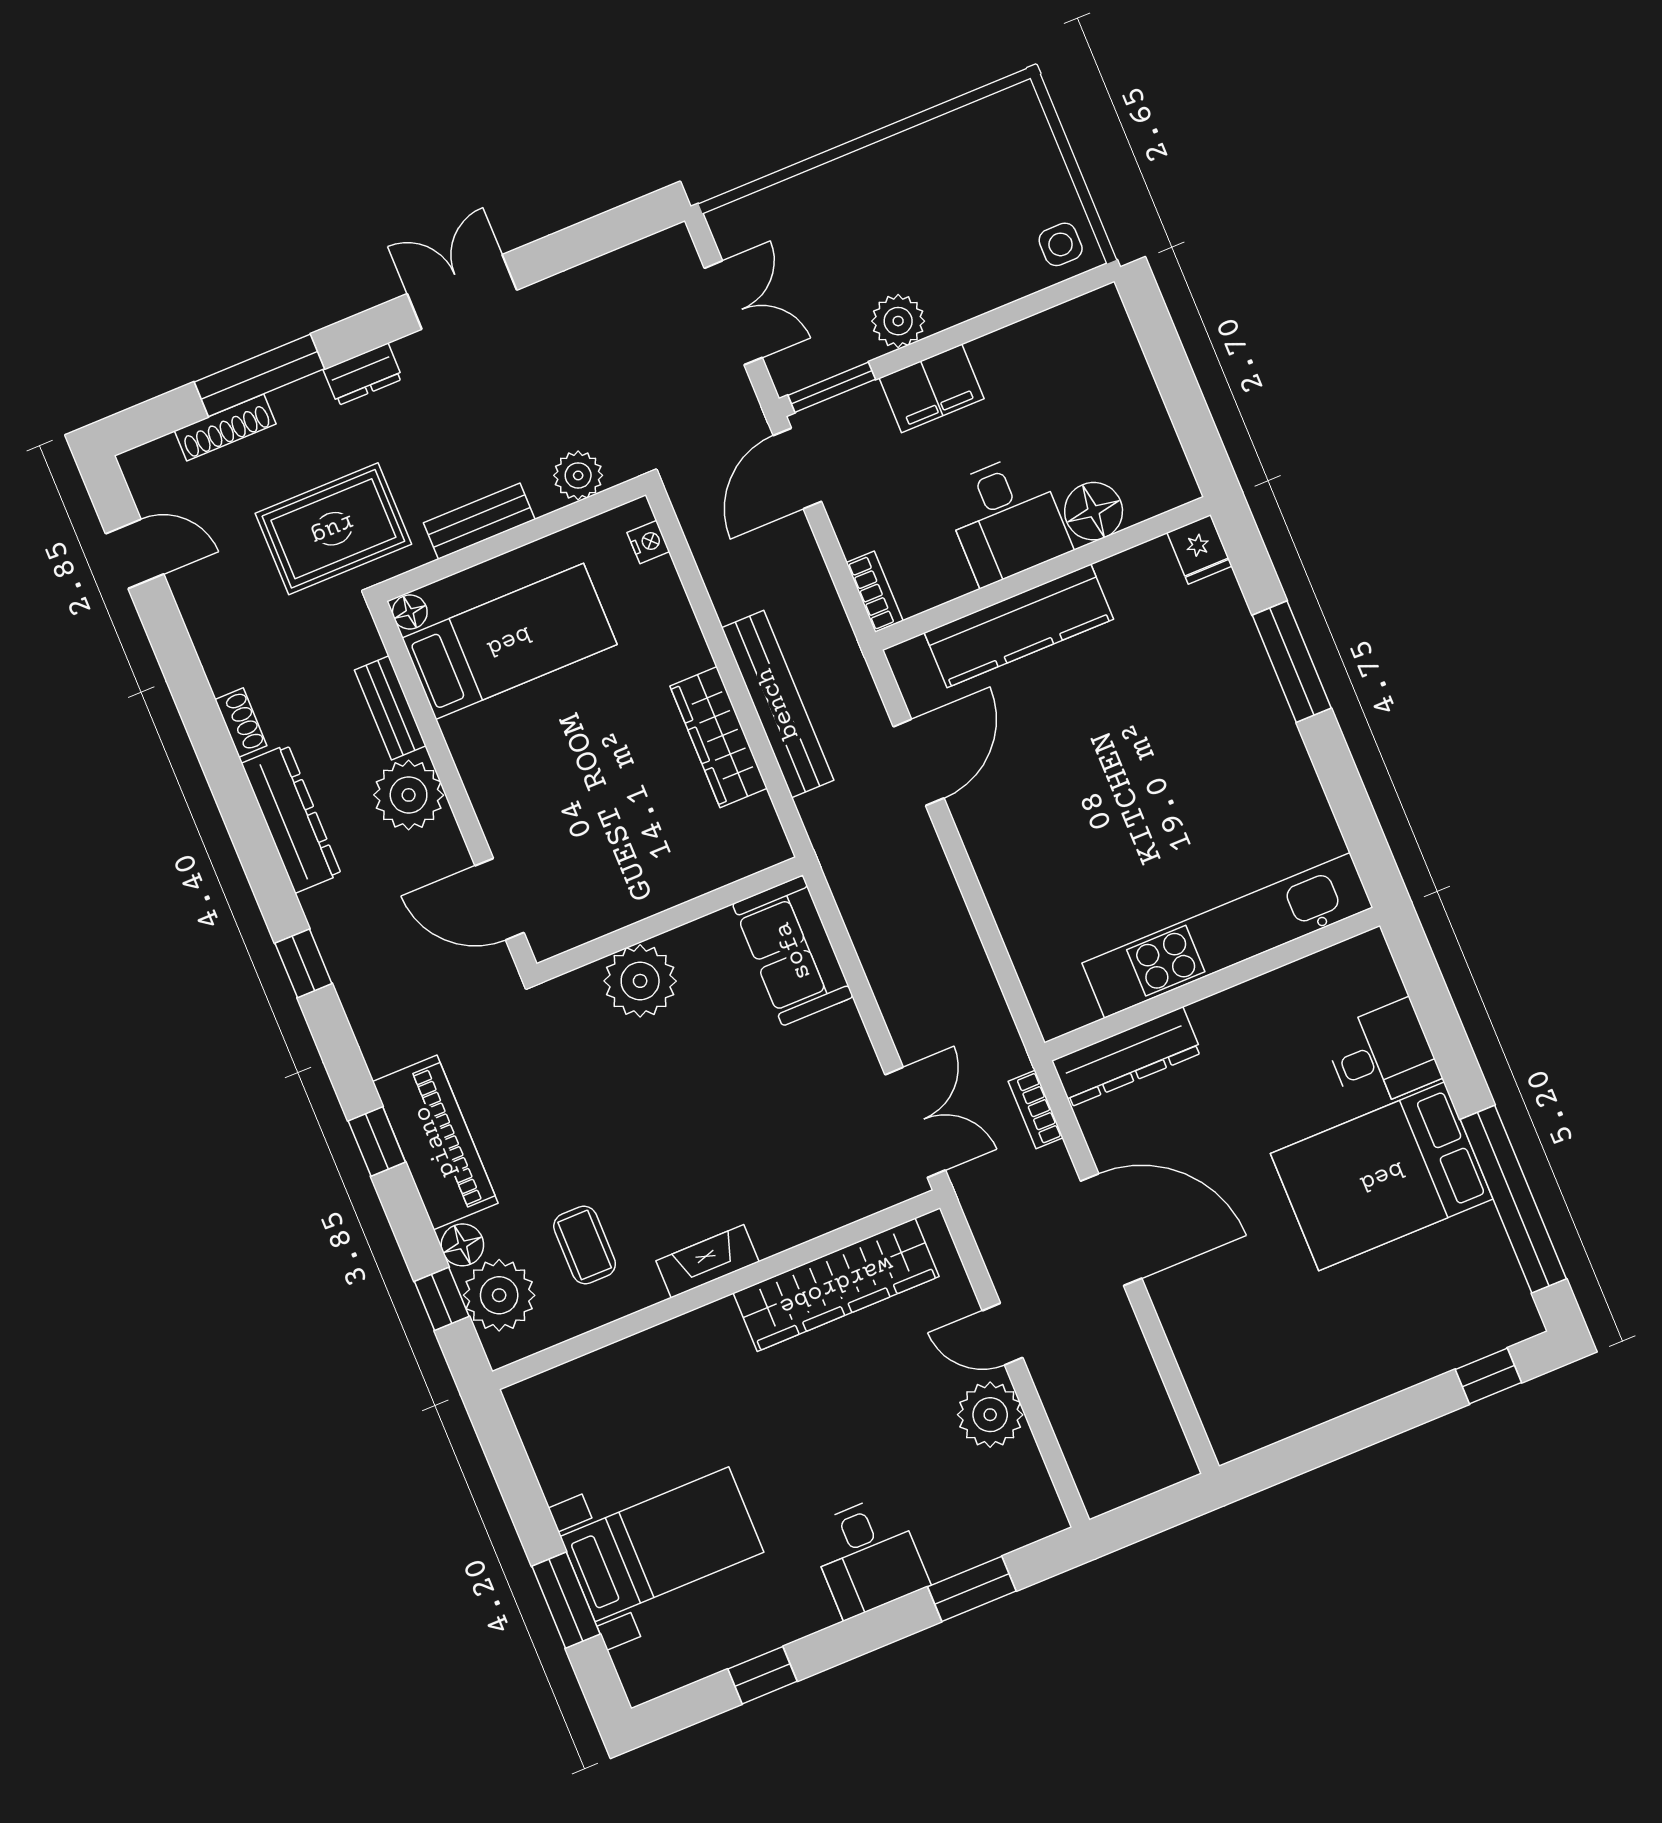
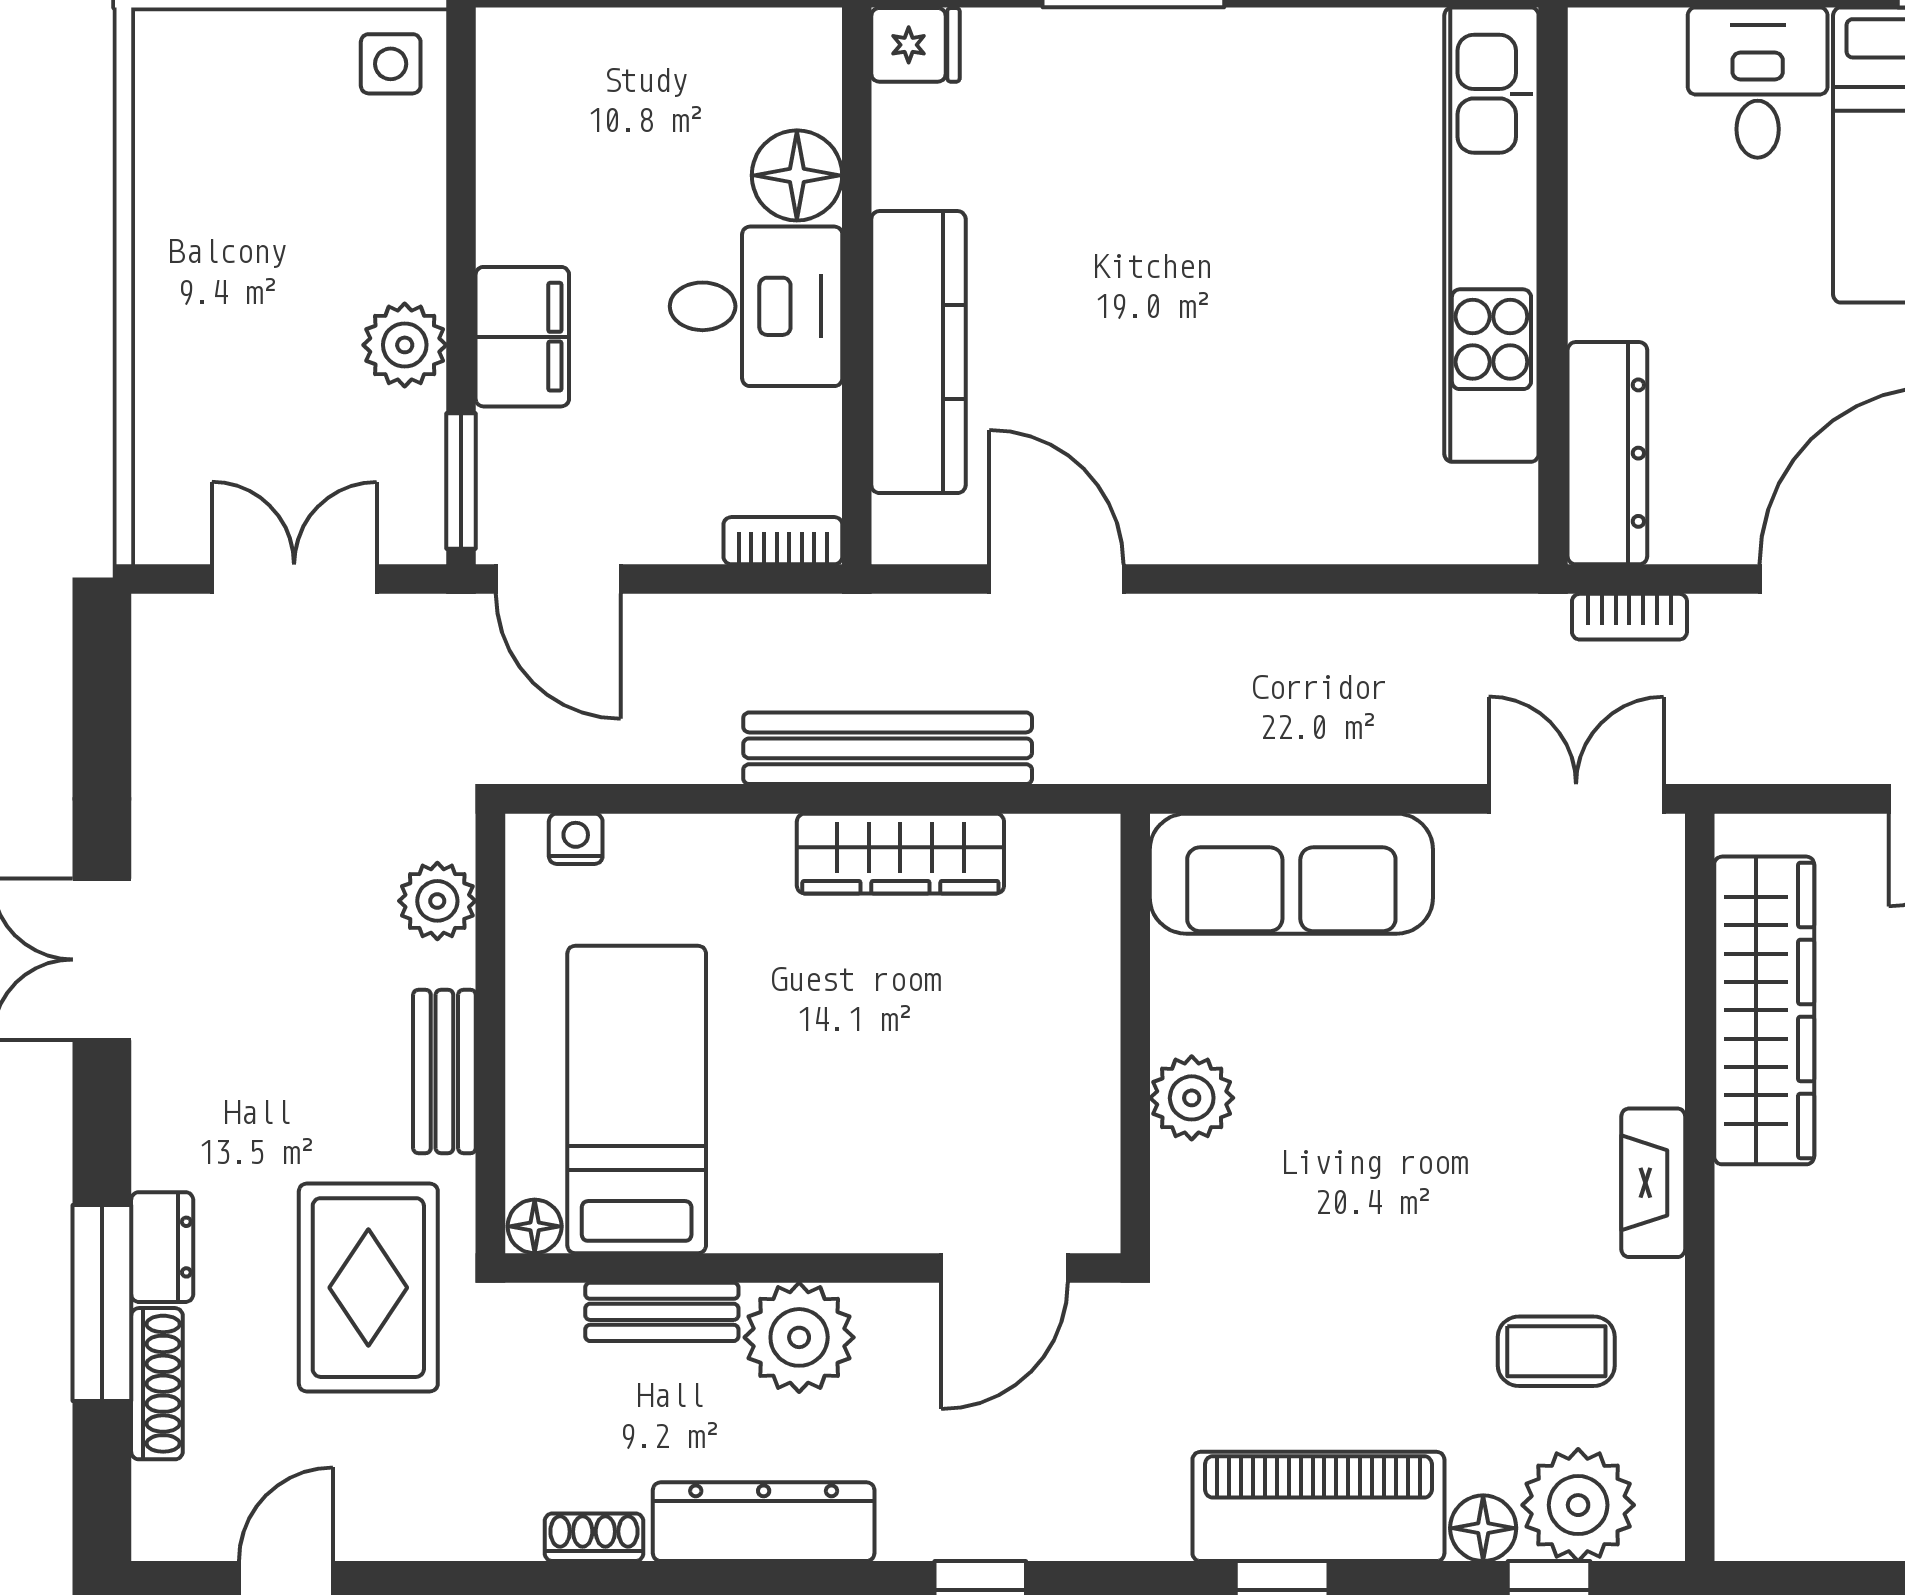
dresser: (363, 374) -> (162, 1247), moved
sofa: (793, 951) -> (1291, 874), width x1.36
plant: (640, 981) -> (1192, 1098), width x0.73, depth x0.73

